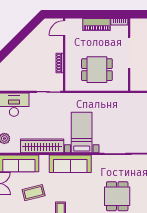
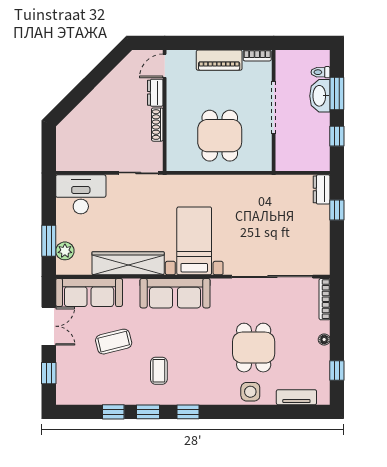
dresser: (58, 44) -> (155, 93), added
dining table: (97, 70) -> (220, 136), turned 90

